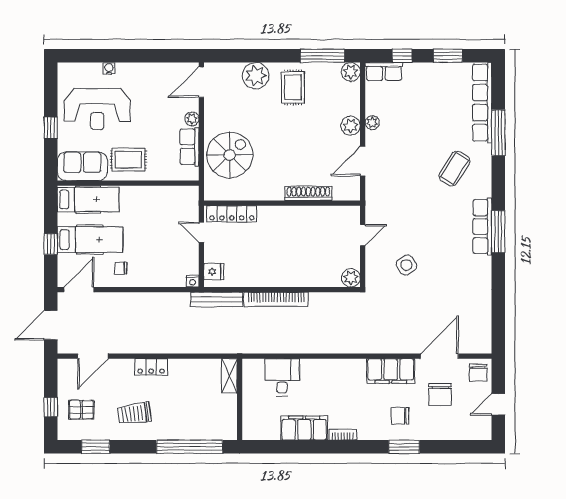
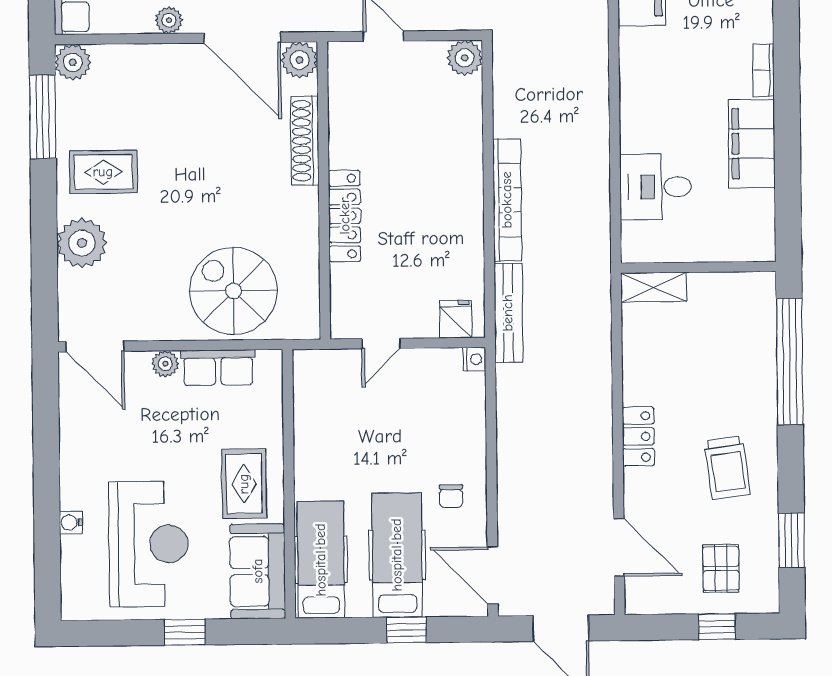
plant: (351, 126) -> (300, 60), moved
door: (363, 161) -> (242, 38), width x1.36
locker: (232, 214) -> (345, 216), moved

